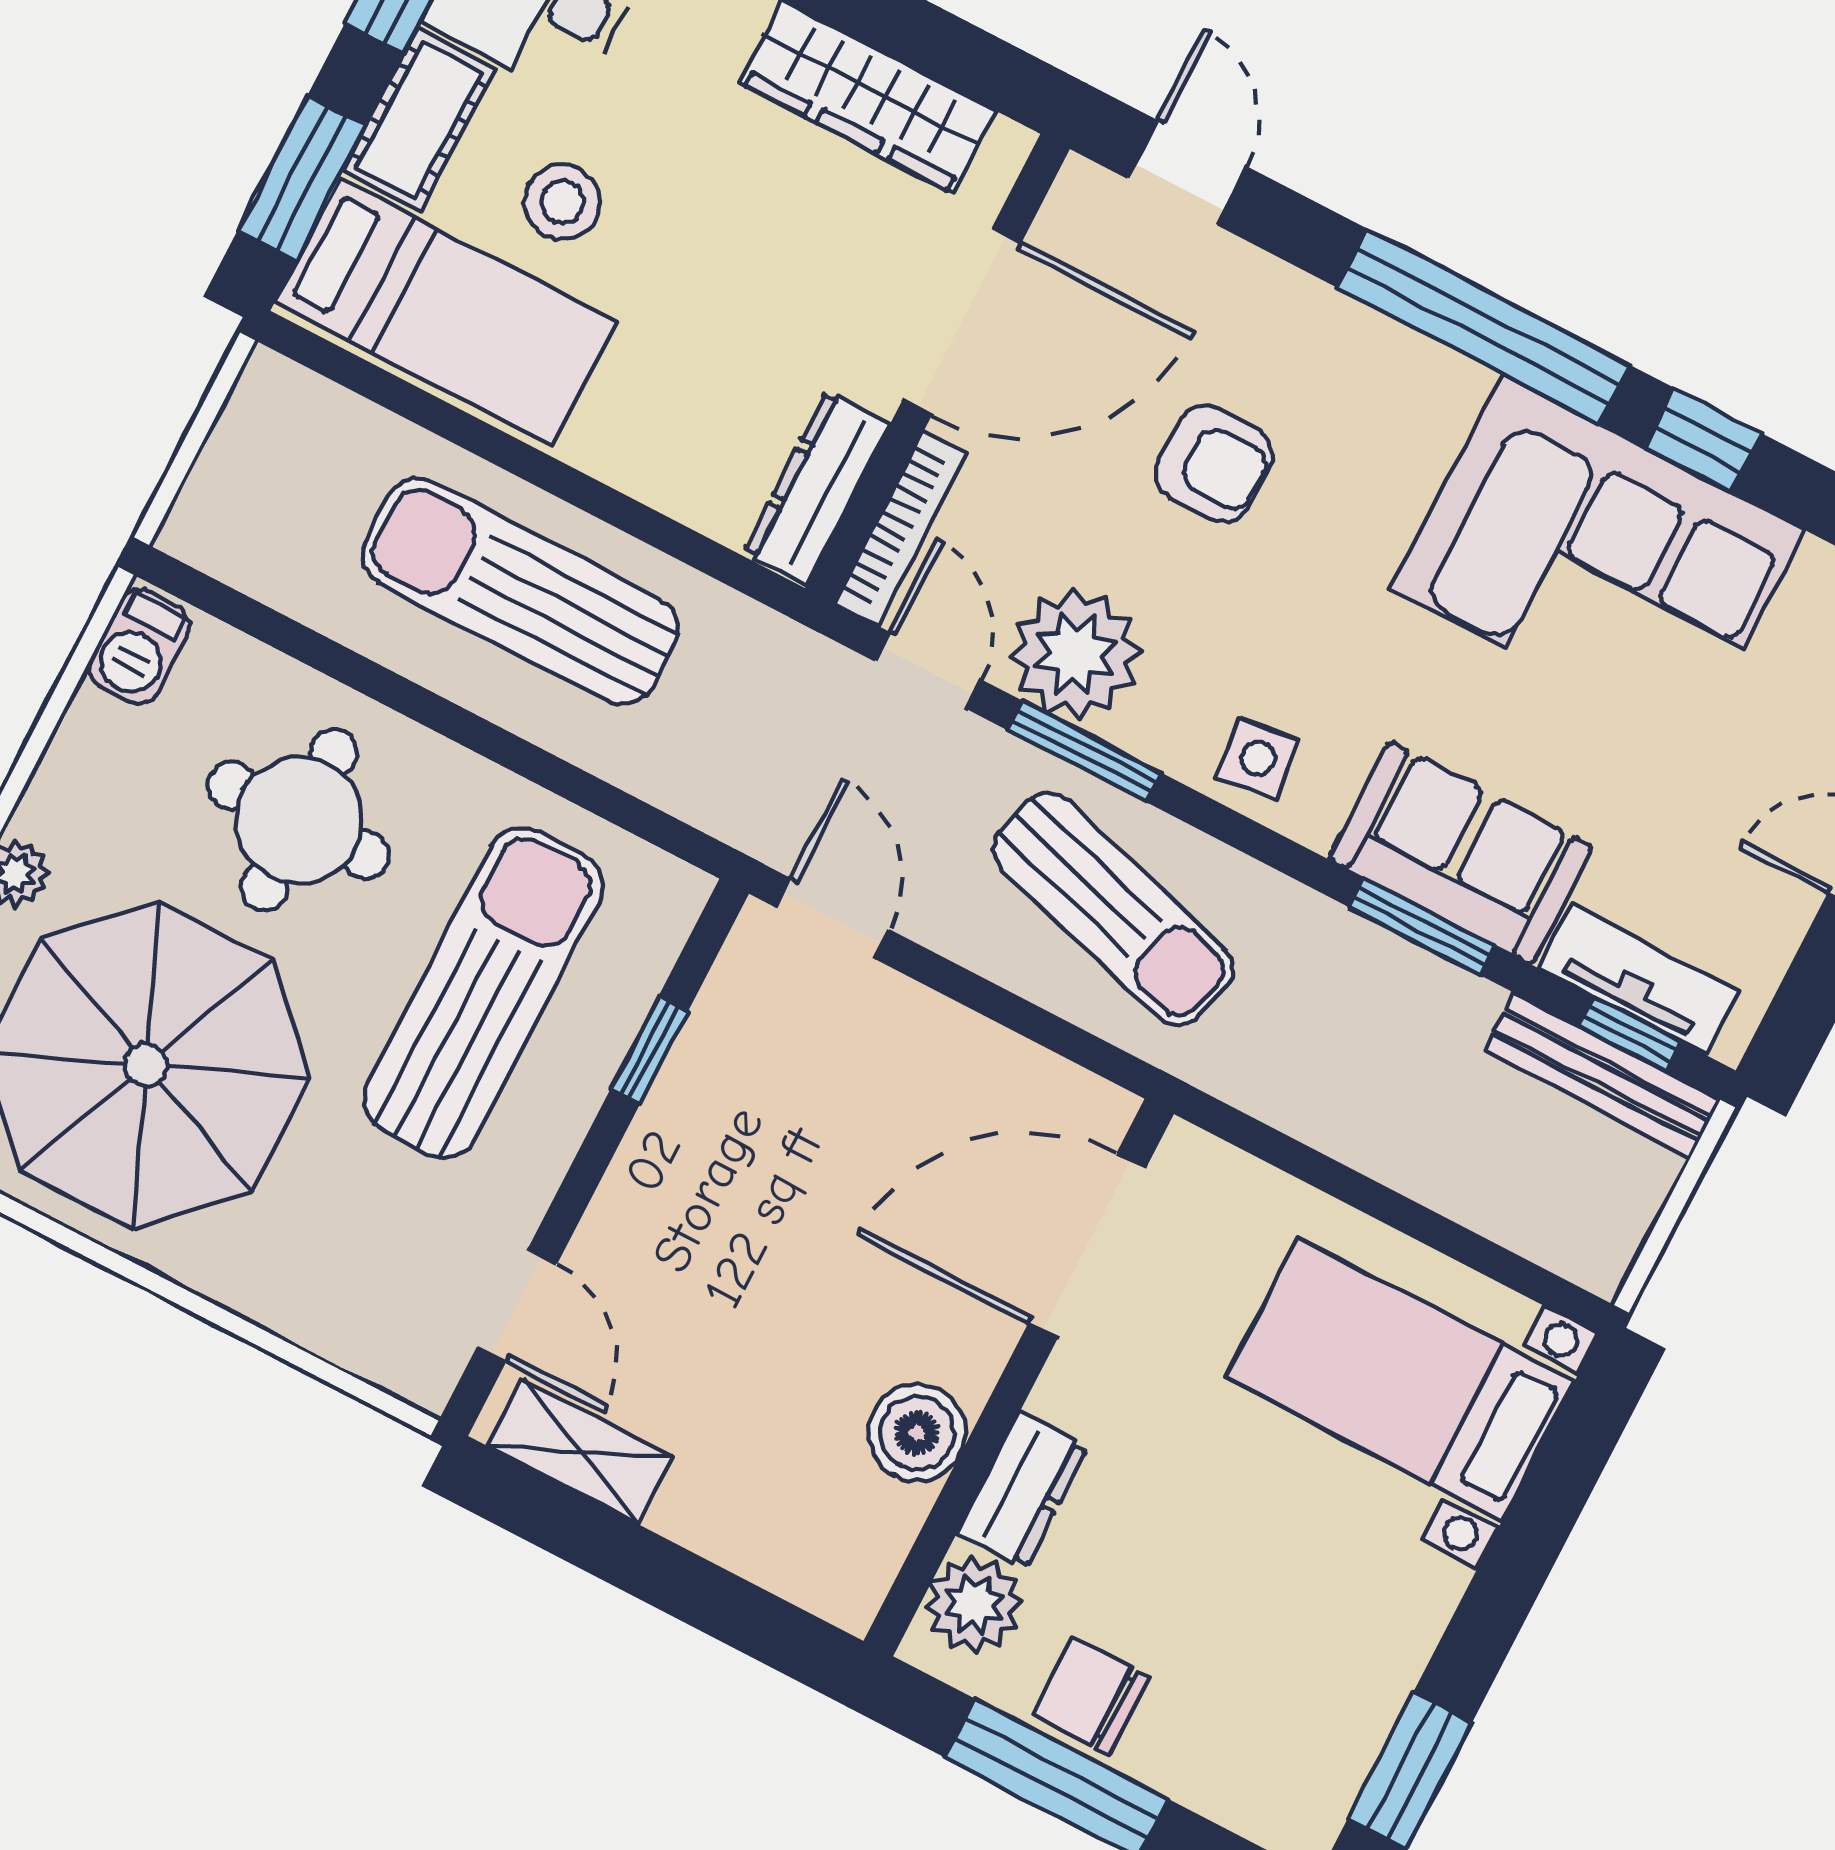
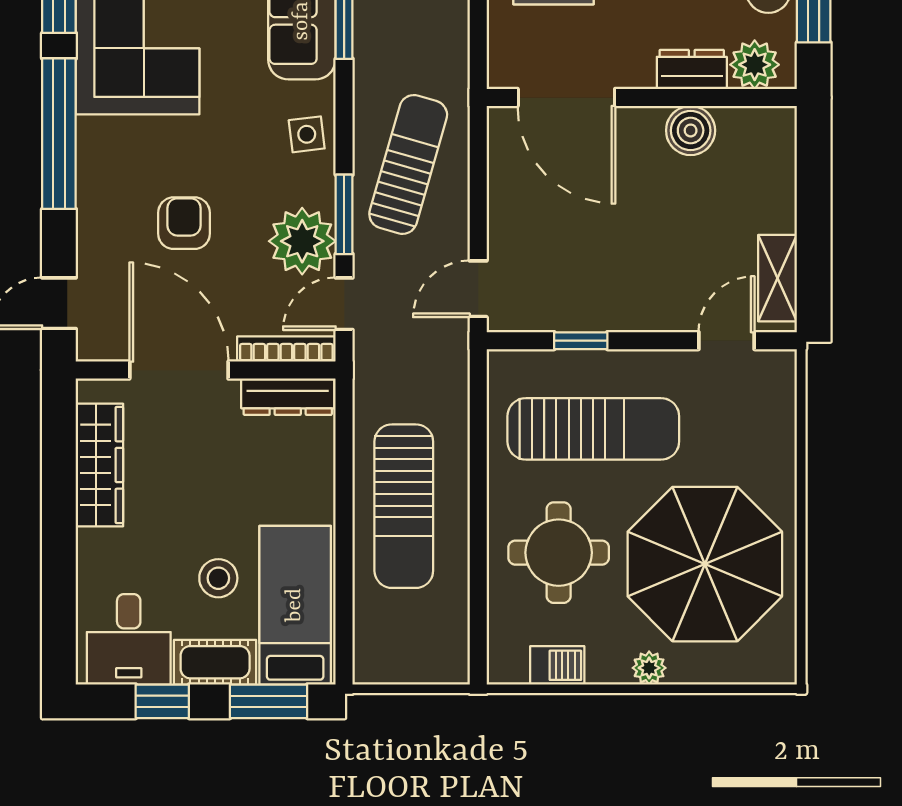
barbecue: (139, 647) -> (557, 665), moved
sun lounger: (484, 993) -> (593, 429), turned 180

